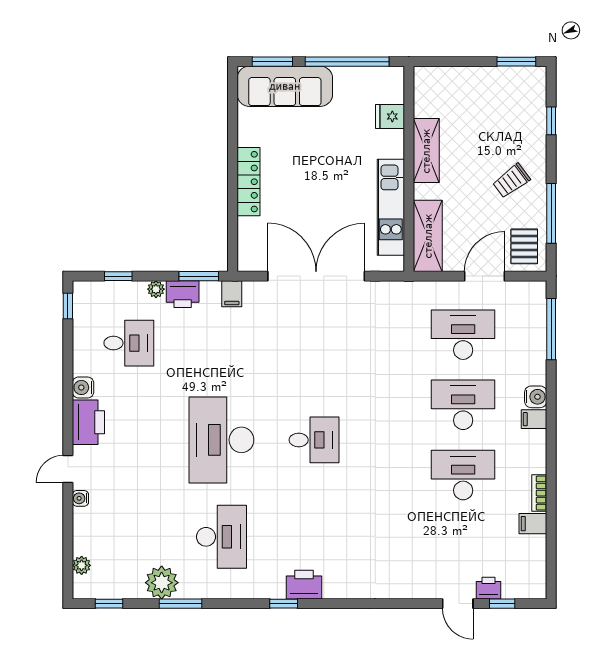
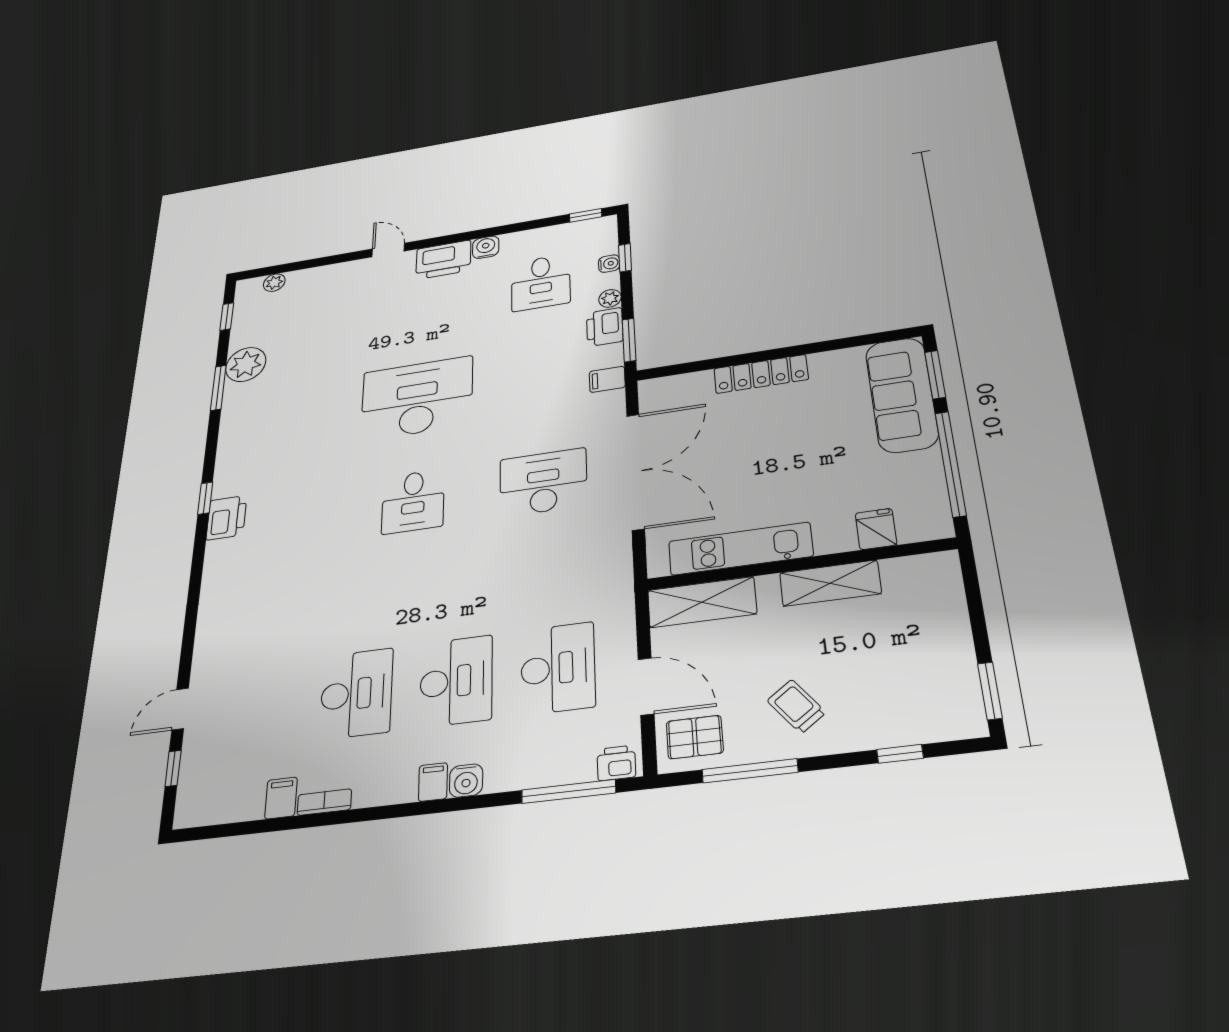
water cooler: (80, 498) -> (609, 264), moved, turned 90
desk: (221, 537) -> (543, 482), moved, turned 180
printer: (488, 588) -> (616, 763), moved, turned -90

